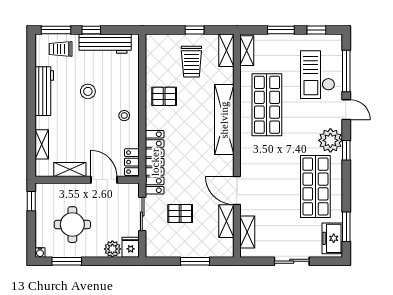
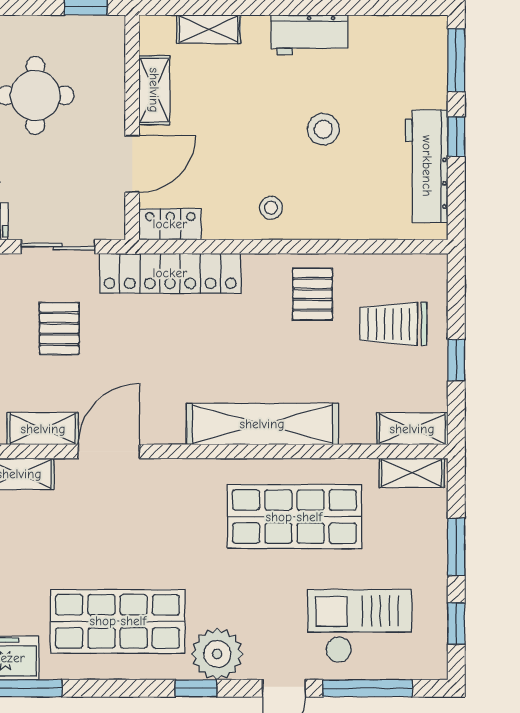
trolley: (61, 49) -> (415, 70), removed
trolley: (191, 62) -> (393, 324), moved
workbench: (44, 91) -> (309, 35), width x0.73

